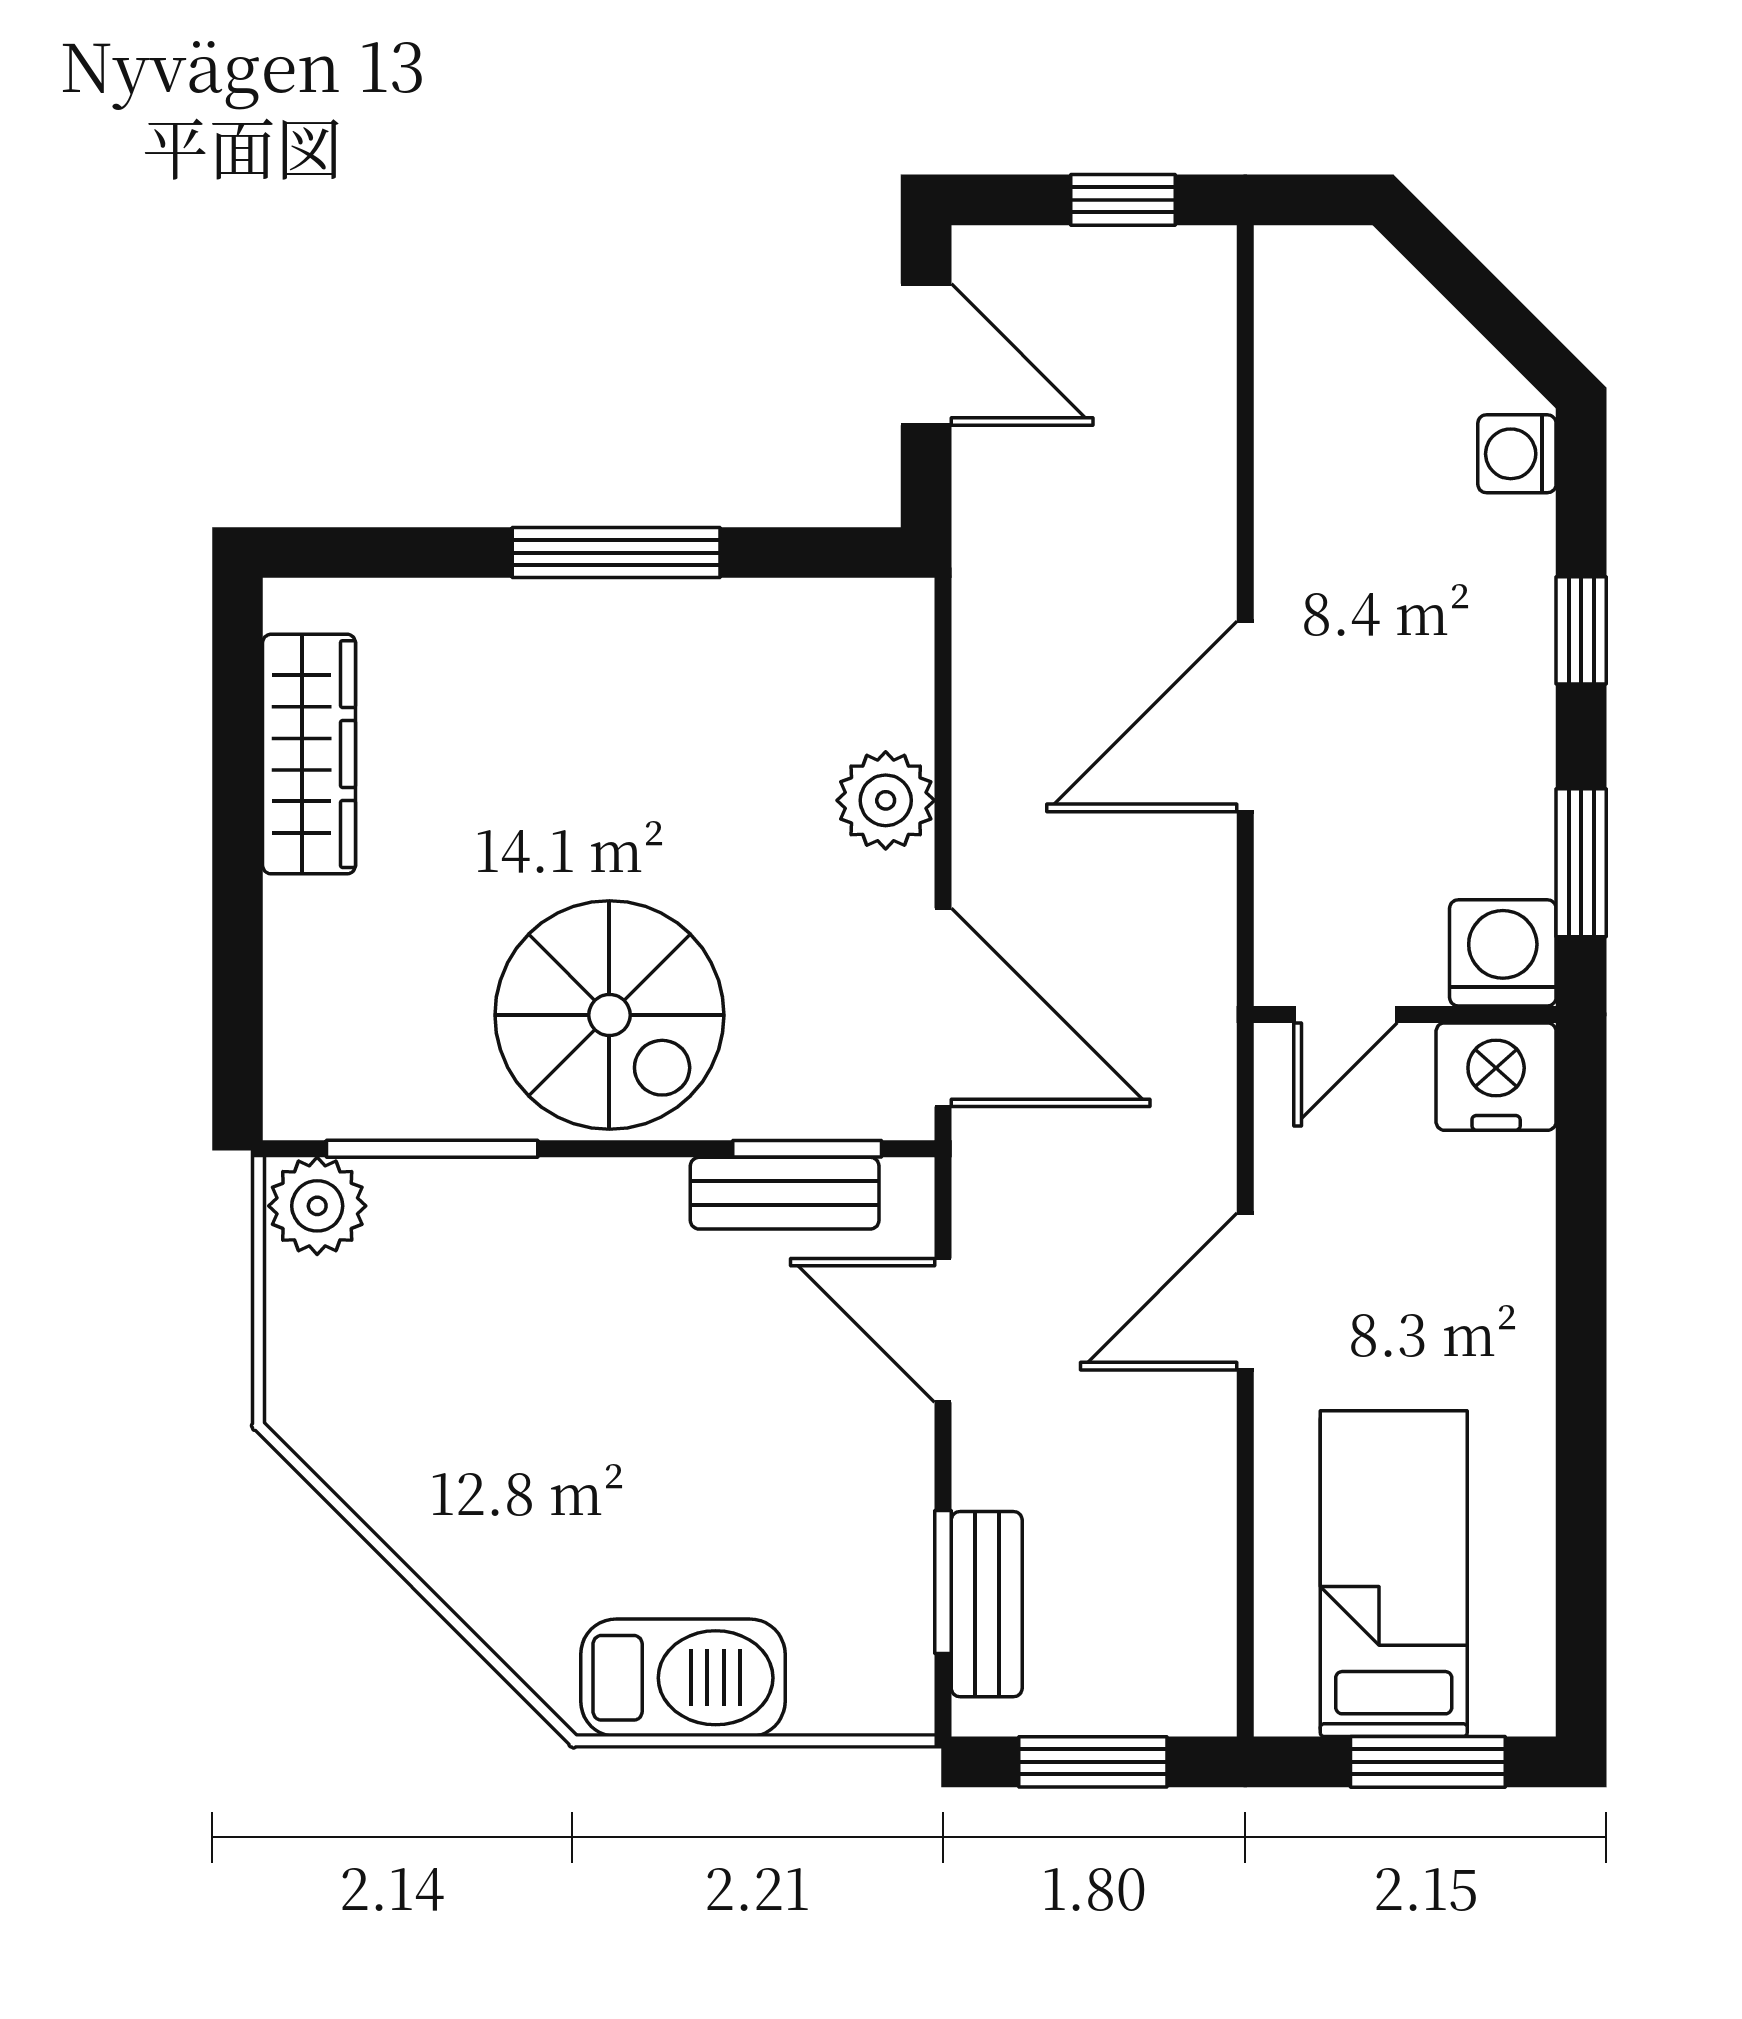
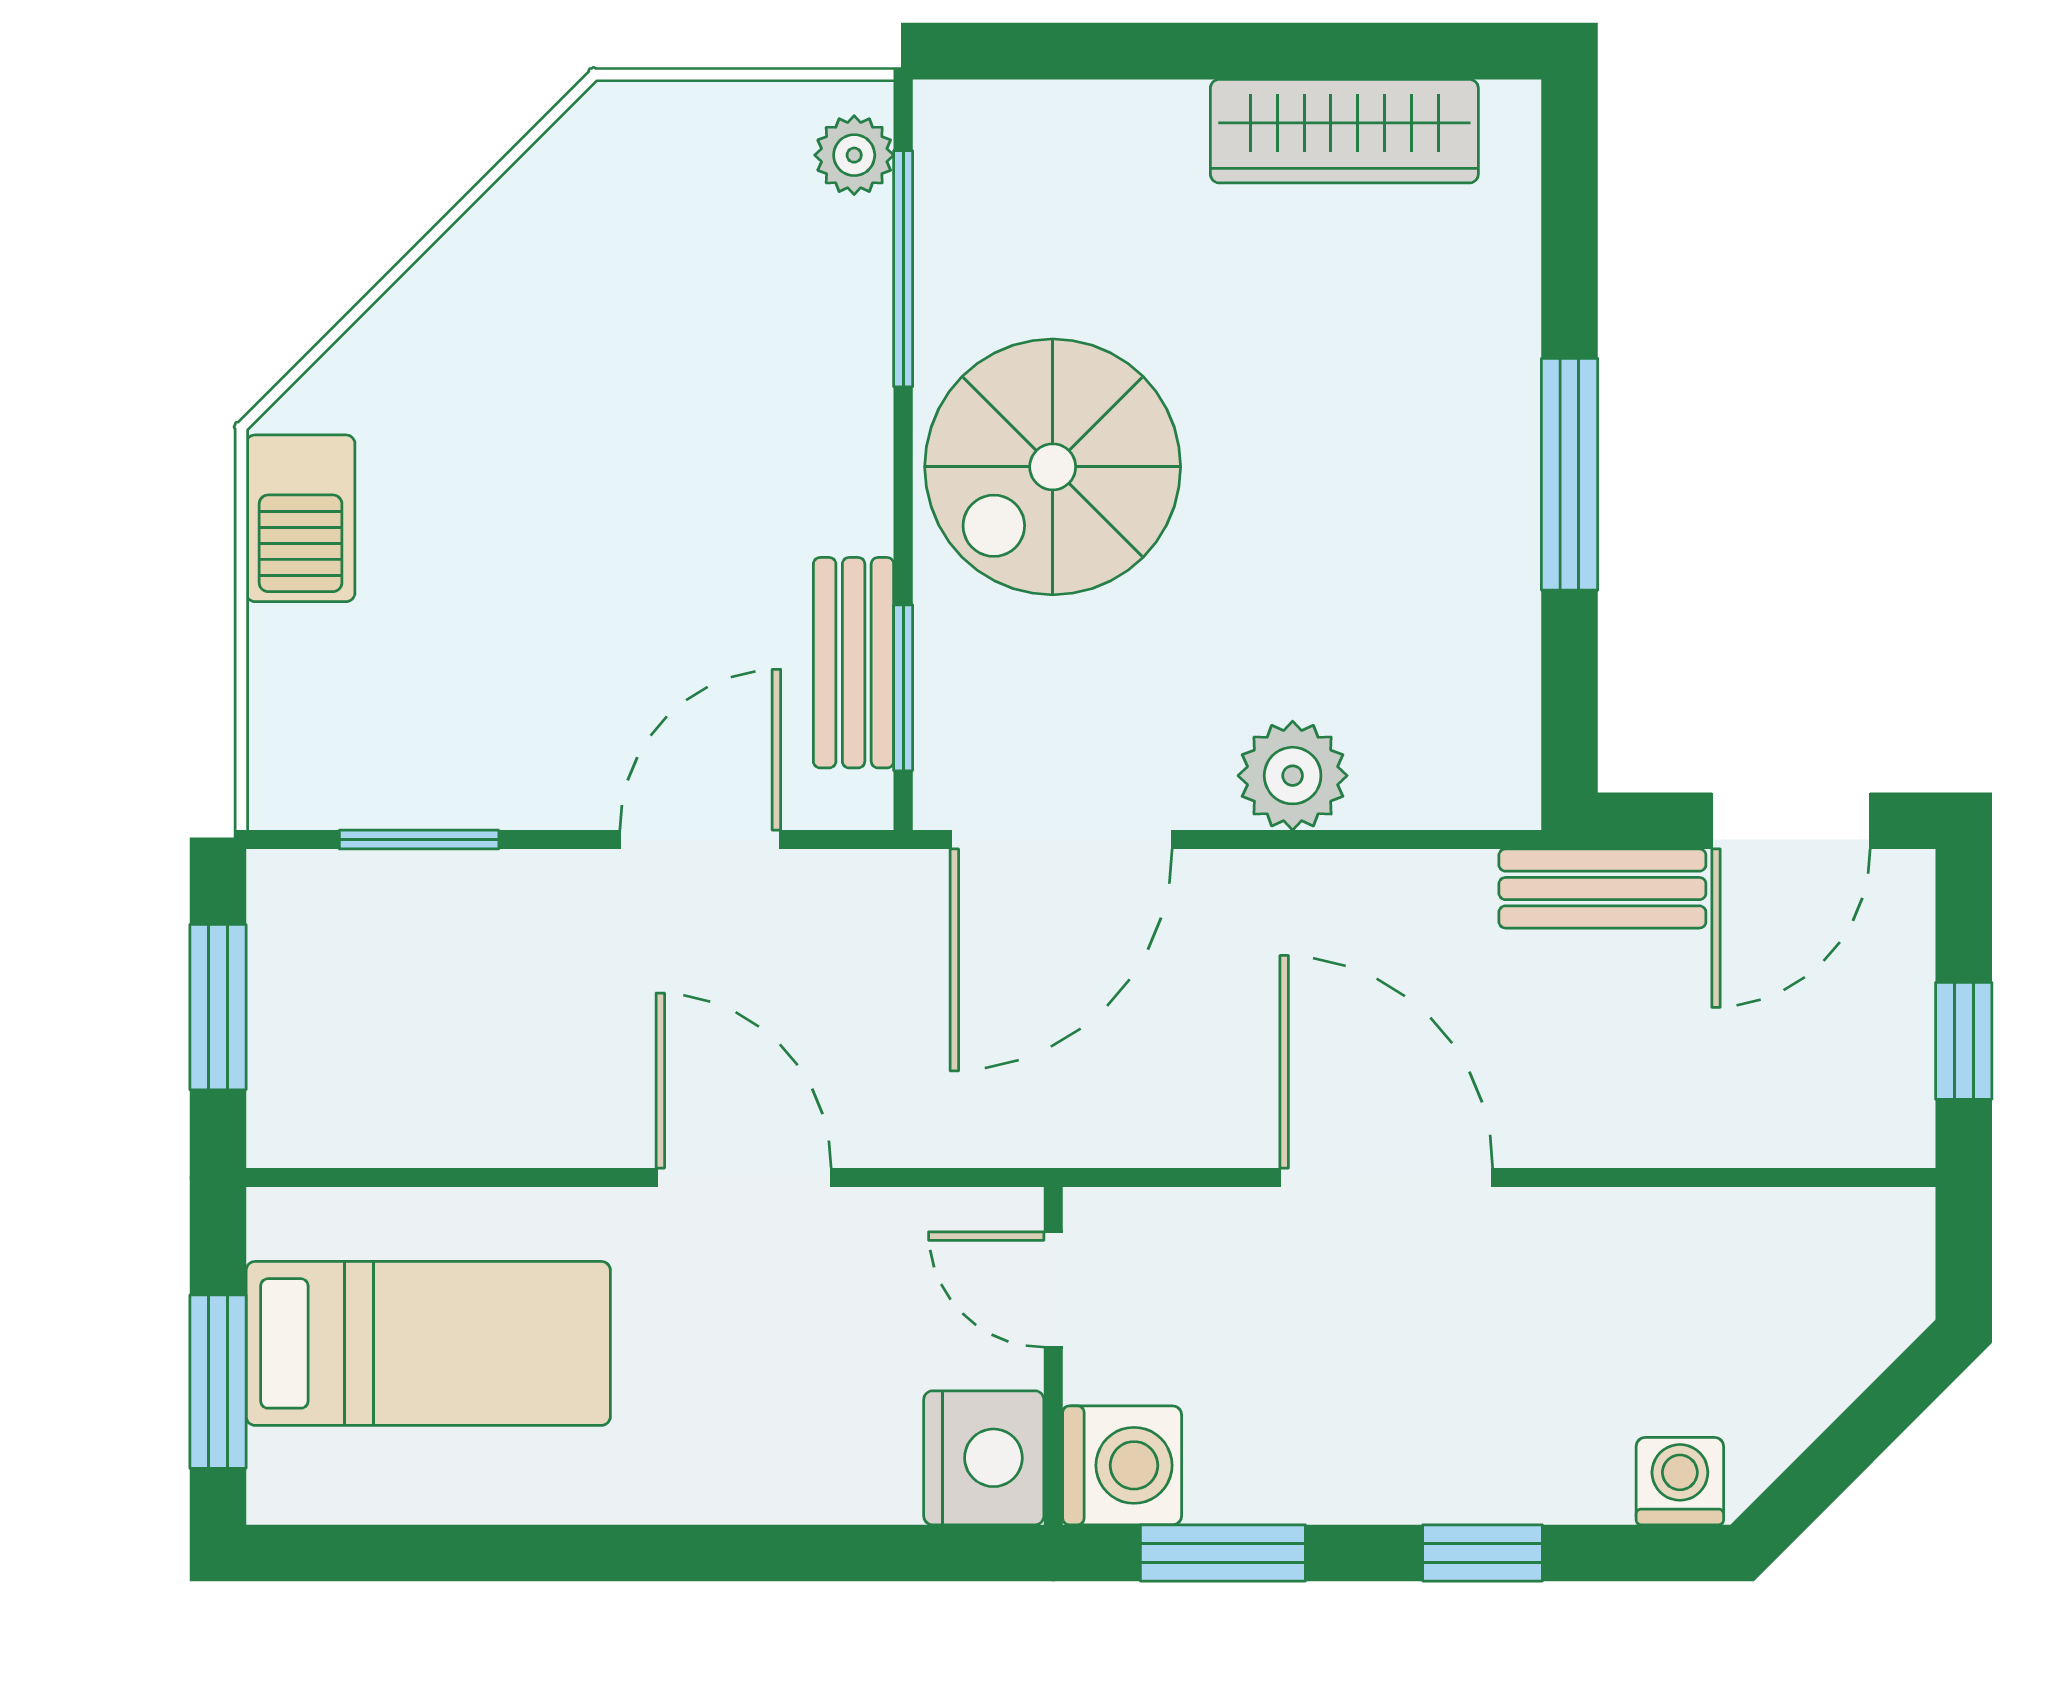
plant: (317, 1206) -> (854, 155), width x0.73, depth x0.73
bench: (987, 1604) -> (1602, 889), moved
barbecue: (683, 1678) -> (301, 518), width x0.73, depth x0.83

